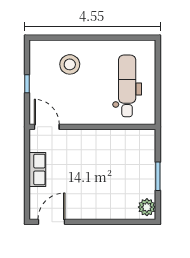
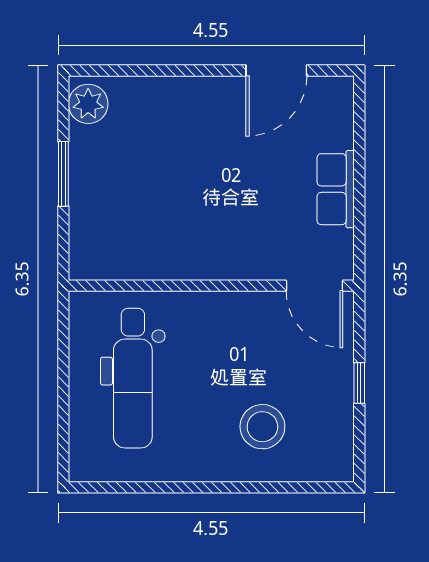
door: (51, 222) -> (276, 71), moved

